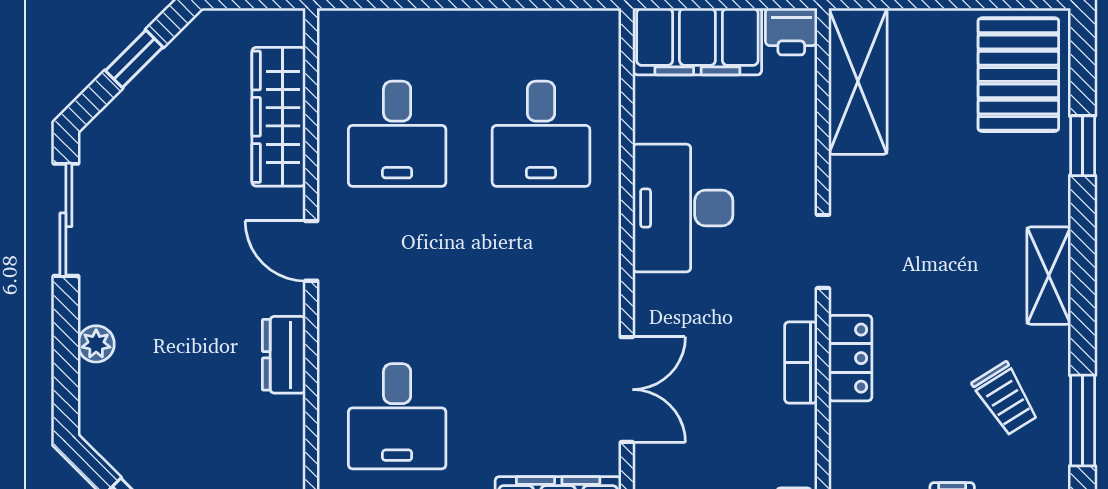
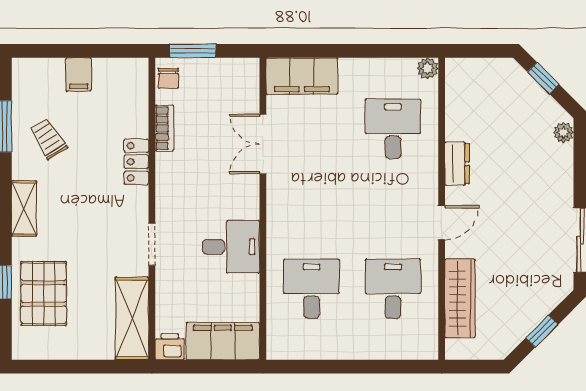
pallet: (1018, 75) -> (44, 293), moved
desk: (683, 208) -> (231, 247), width x0.73
door: (311, 251) -> (442, 222), hinge flipped
doorway: (823, 251) -> (152, 244), moved
plant: (96, 344) -> (563, 132), moved
bookcase: (801, 362) -> (164, 128), moved

